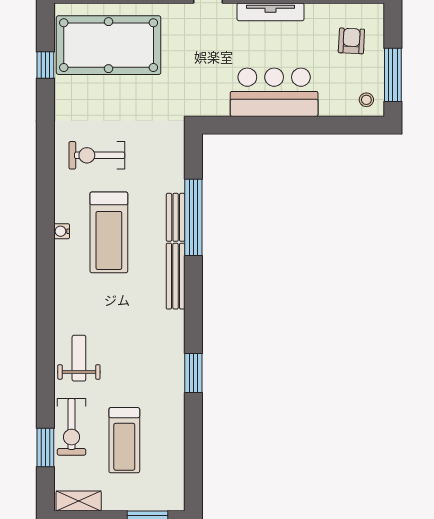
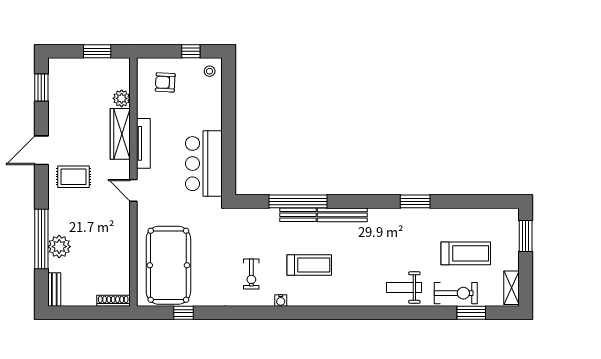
window: (393, 75) -> (191, 51), width x0.46
bar counter: (274, 92) -> (204, 164), moved
exercise bike: (97, 155) -> (251, 274), width x0.73, depth x0.72
water cooler: (62, 231) -> (281, 301), moved
treadmill: (109, 232) -> (309, 265), width x0.73, depth x0.73

